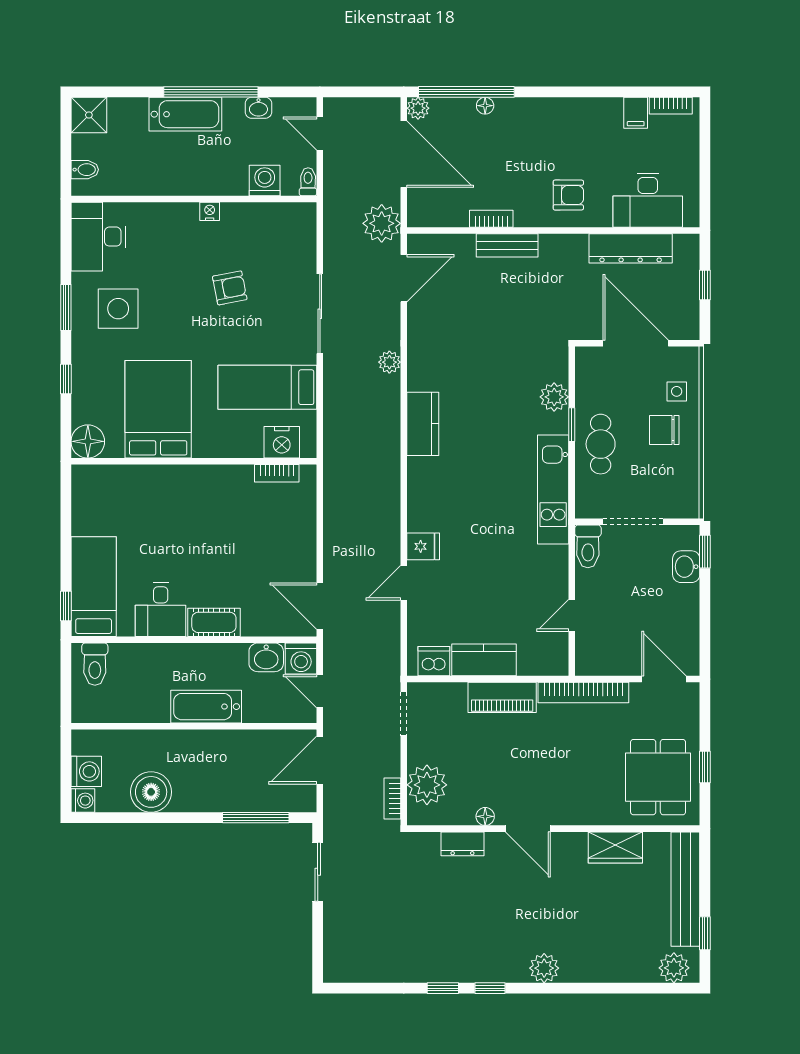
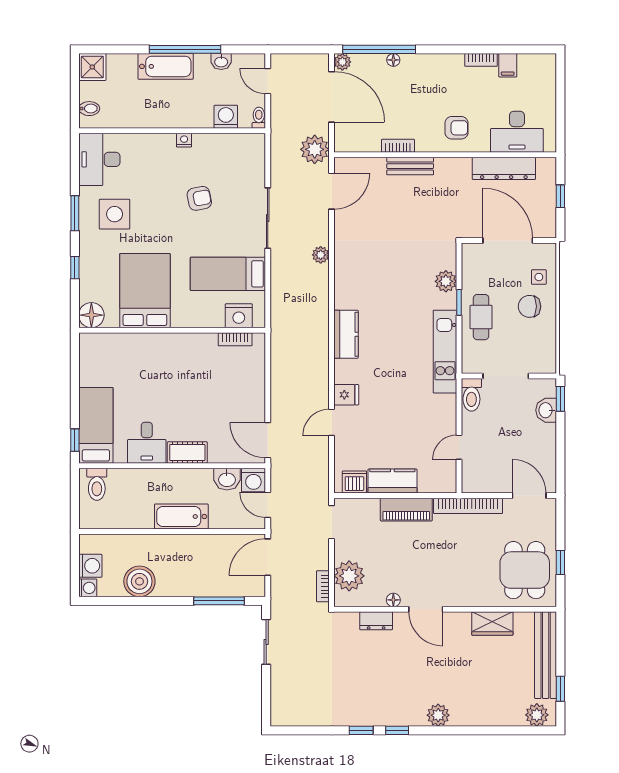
bookcase: (671, 106) -> (481, 60), moved
kitchen counter: (423, 424) -> (346, 334), moved

